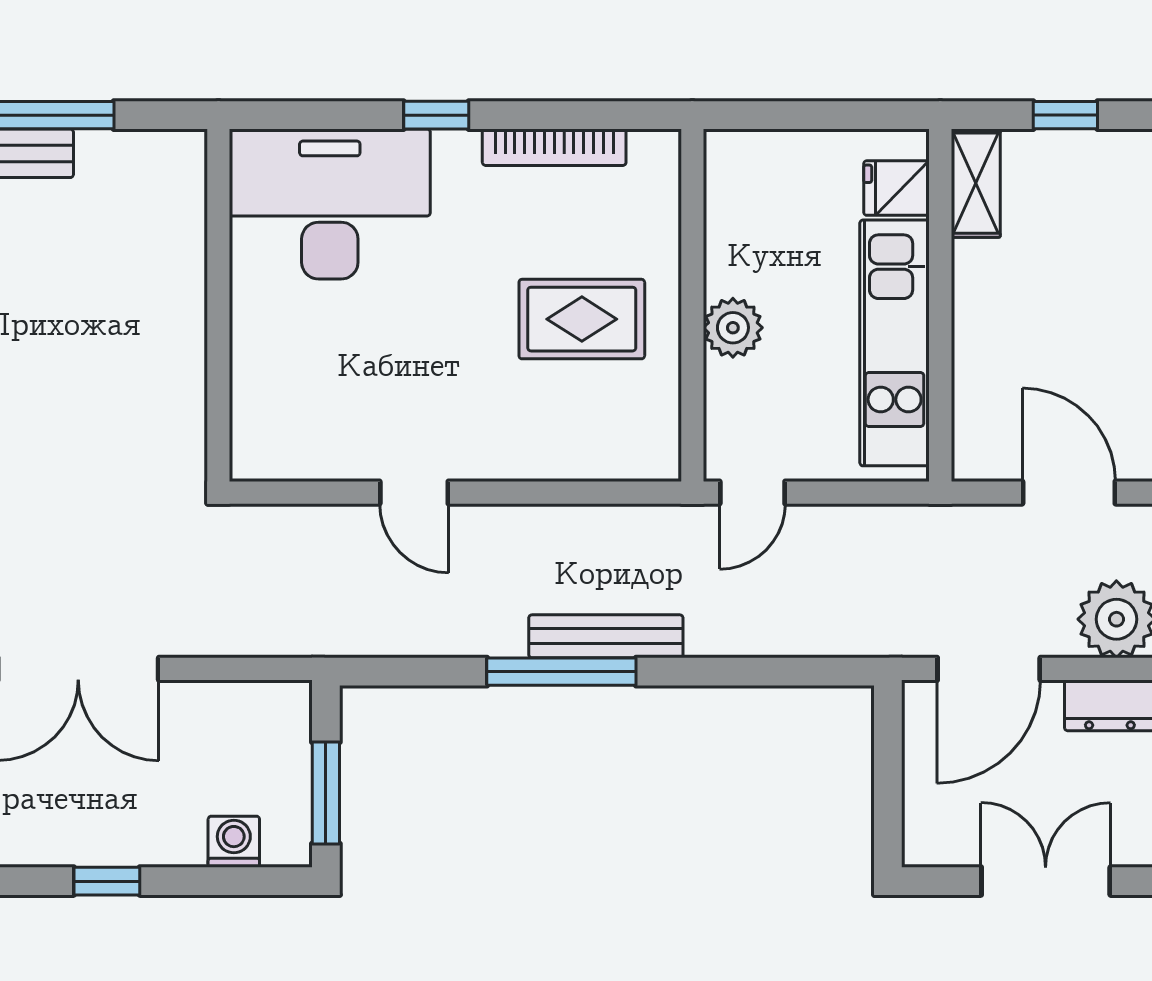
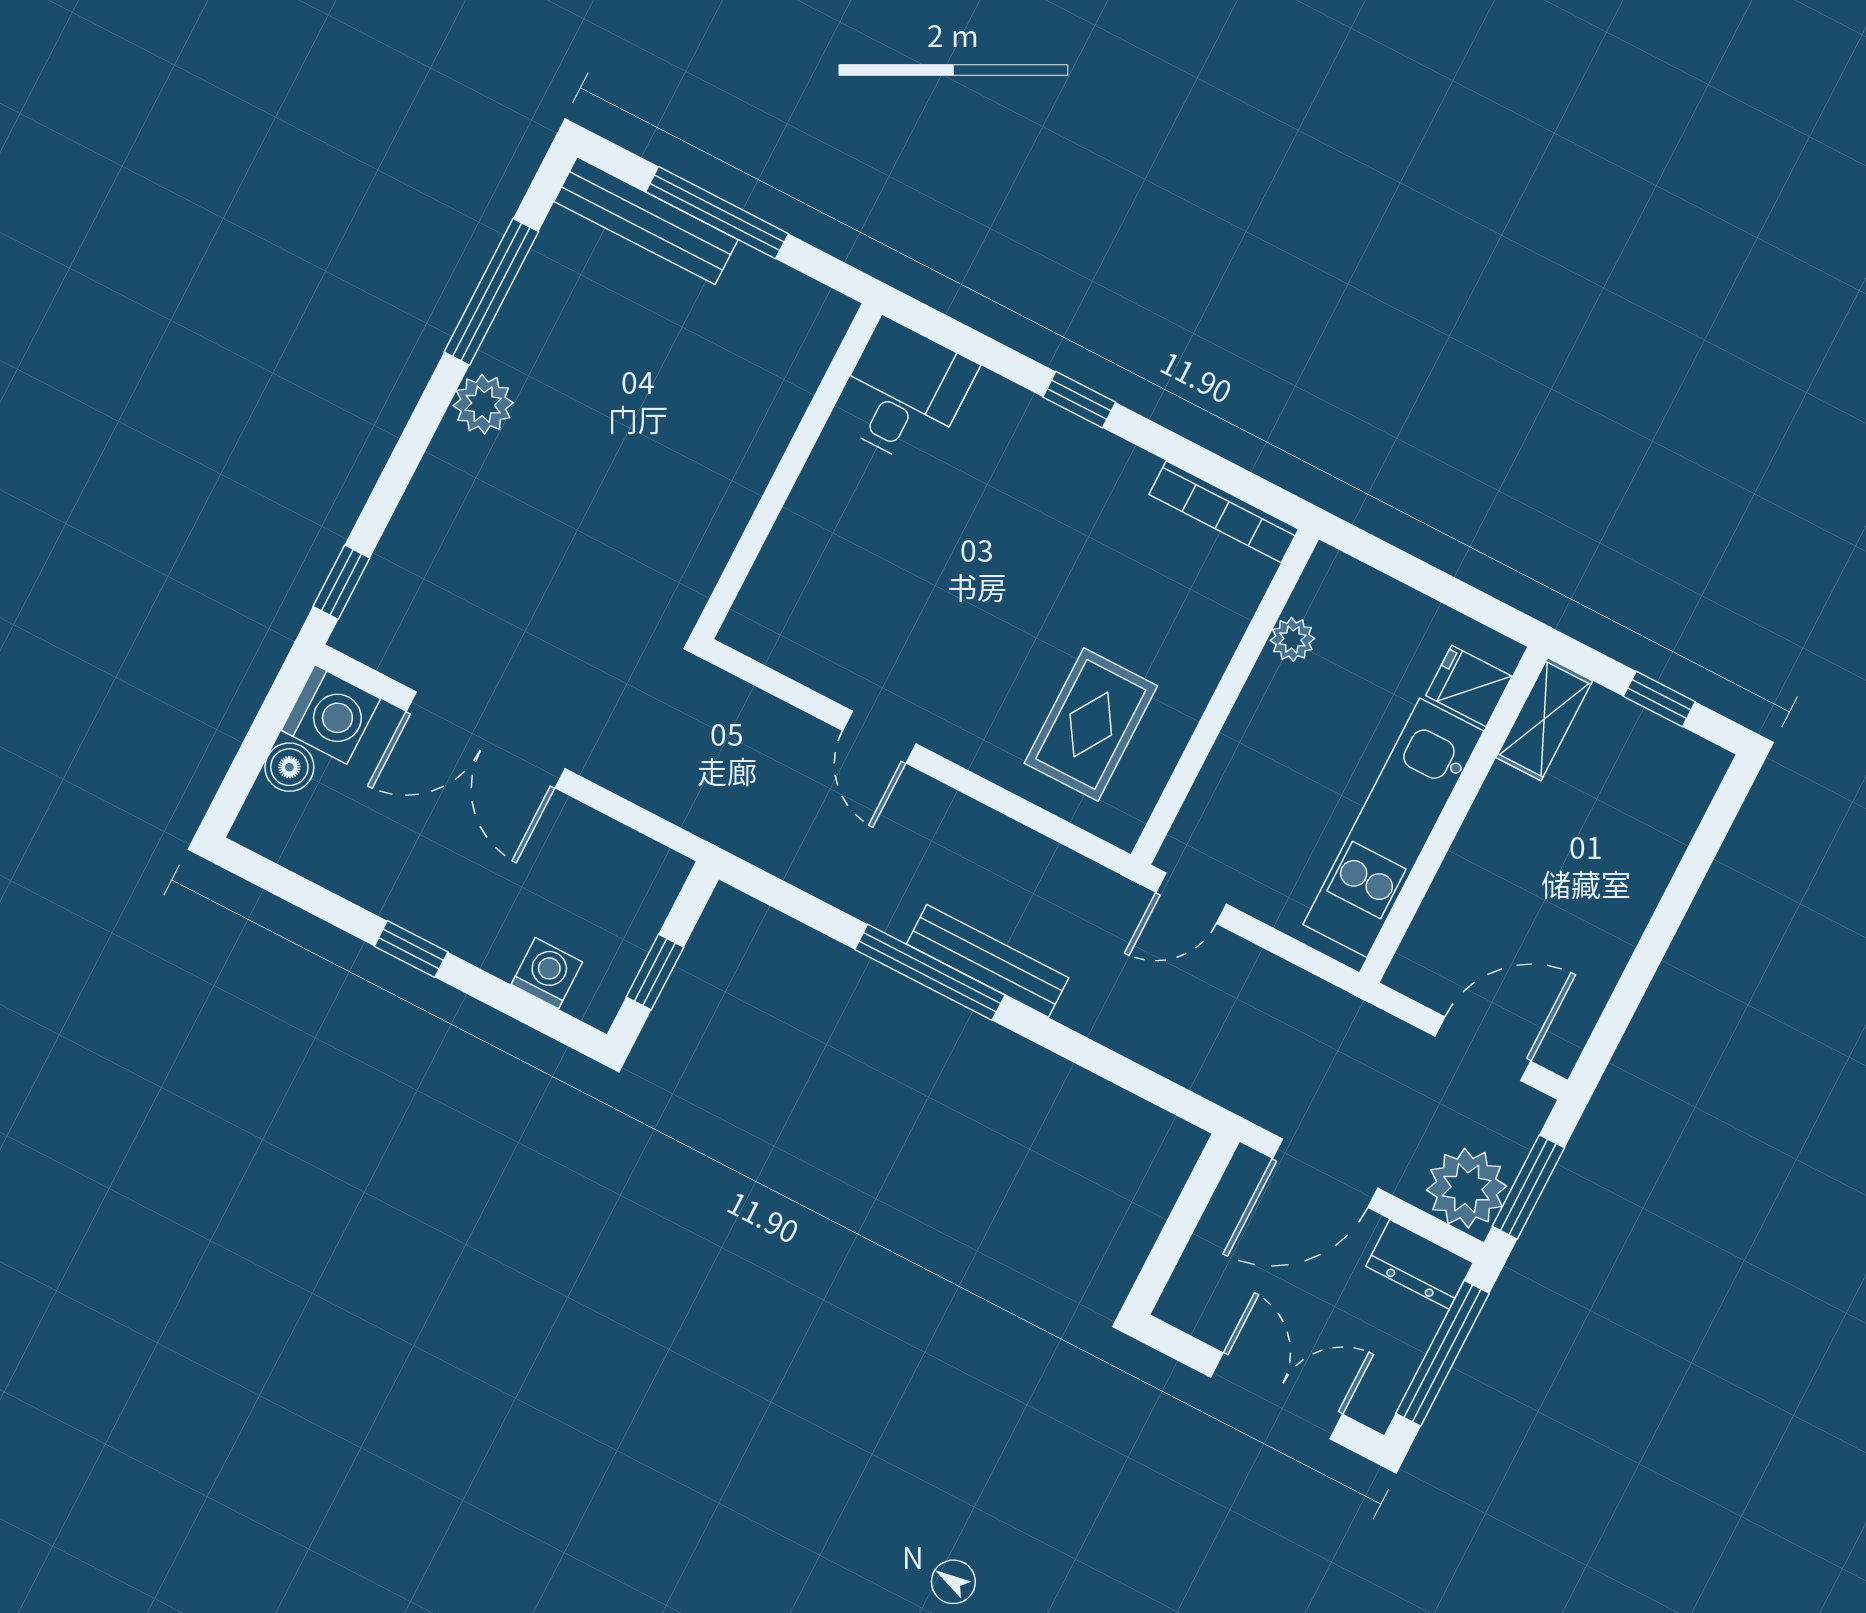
bookcase: (554, 147) -> (1224, 512), moved
desk: (330, 204) -> (904, 393), width x0.53, depth x0.77
rug: (582, 319) -> (1091, 724), moved, turned 90
plant: (733, 328) -> (1292, 639), moved, width x0.73, depth x0.73
door: (1069, 493) -> (1483, 1049), hinge flipped
window: (326, 793) -> (655, 972), width x0.67

